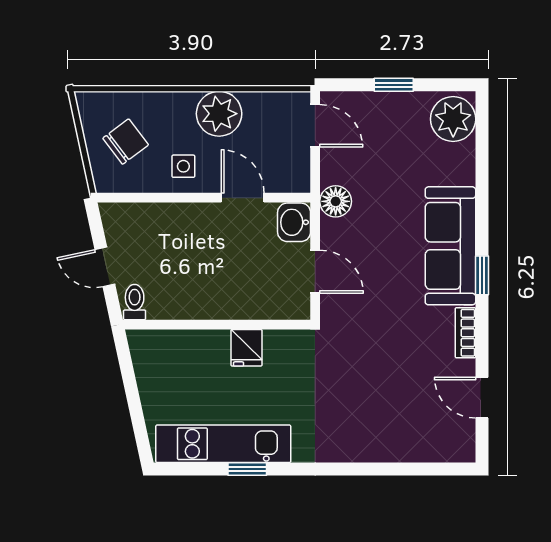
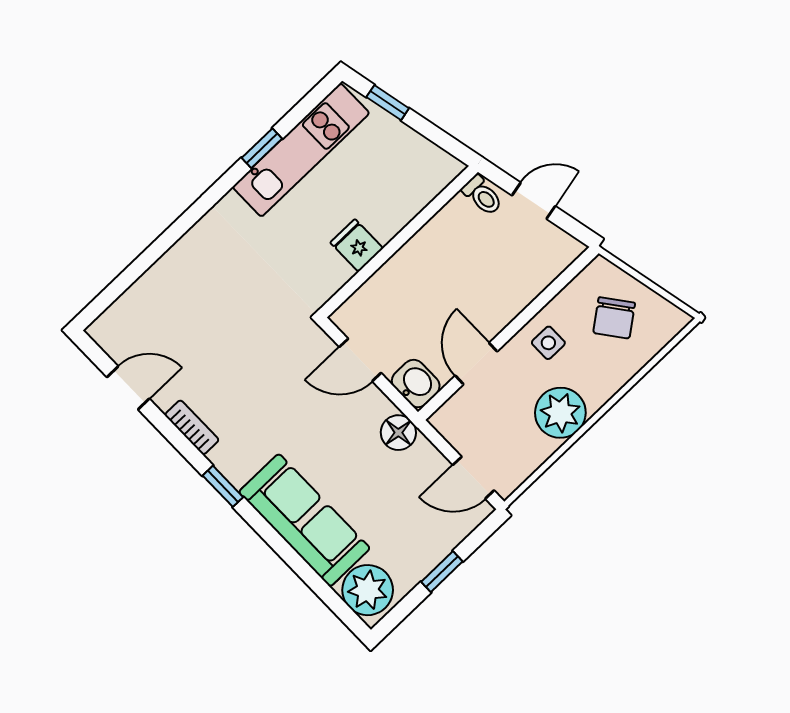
door: (243, 198) -> (476, 364), swing flipped
sofa: (450, 246) -> (304, 520), moved
window: (138, 421) -> (388, 103), added

